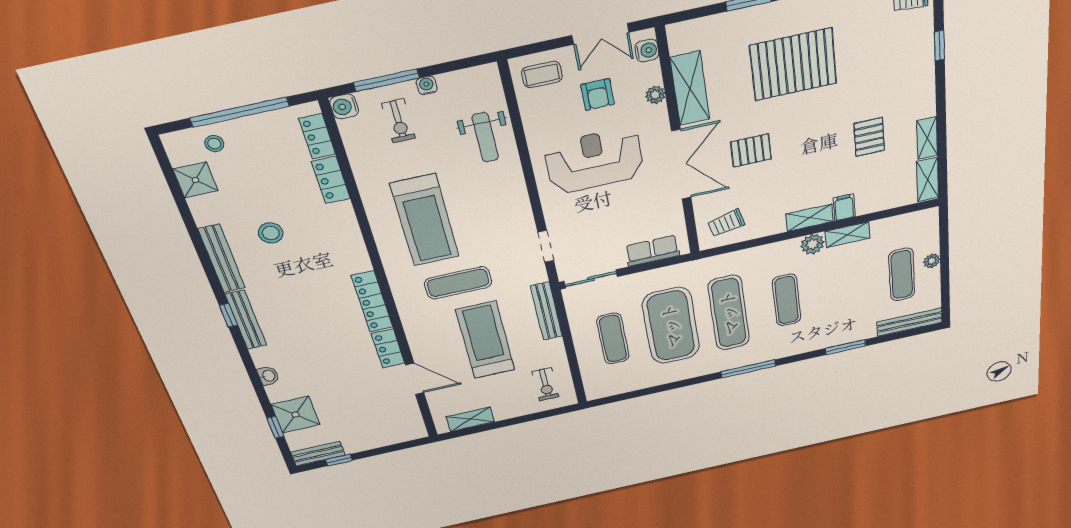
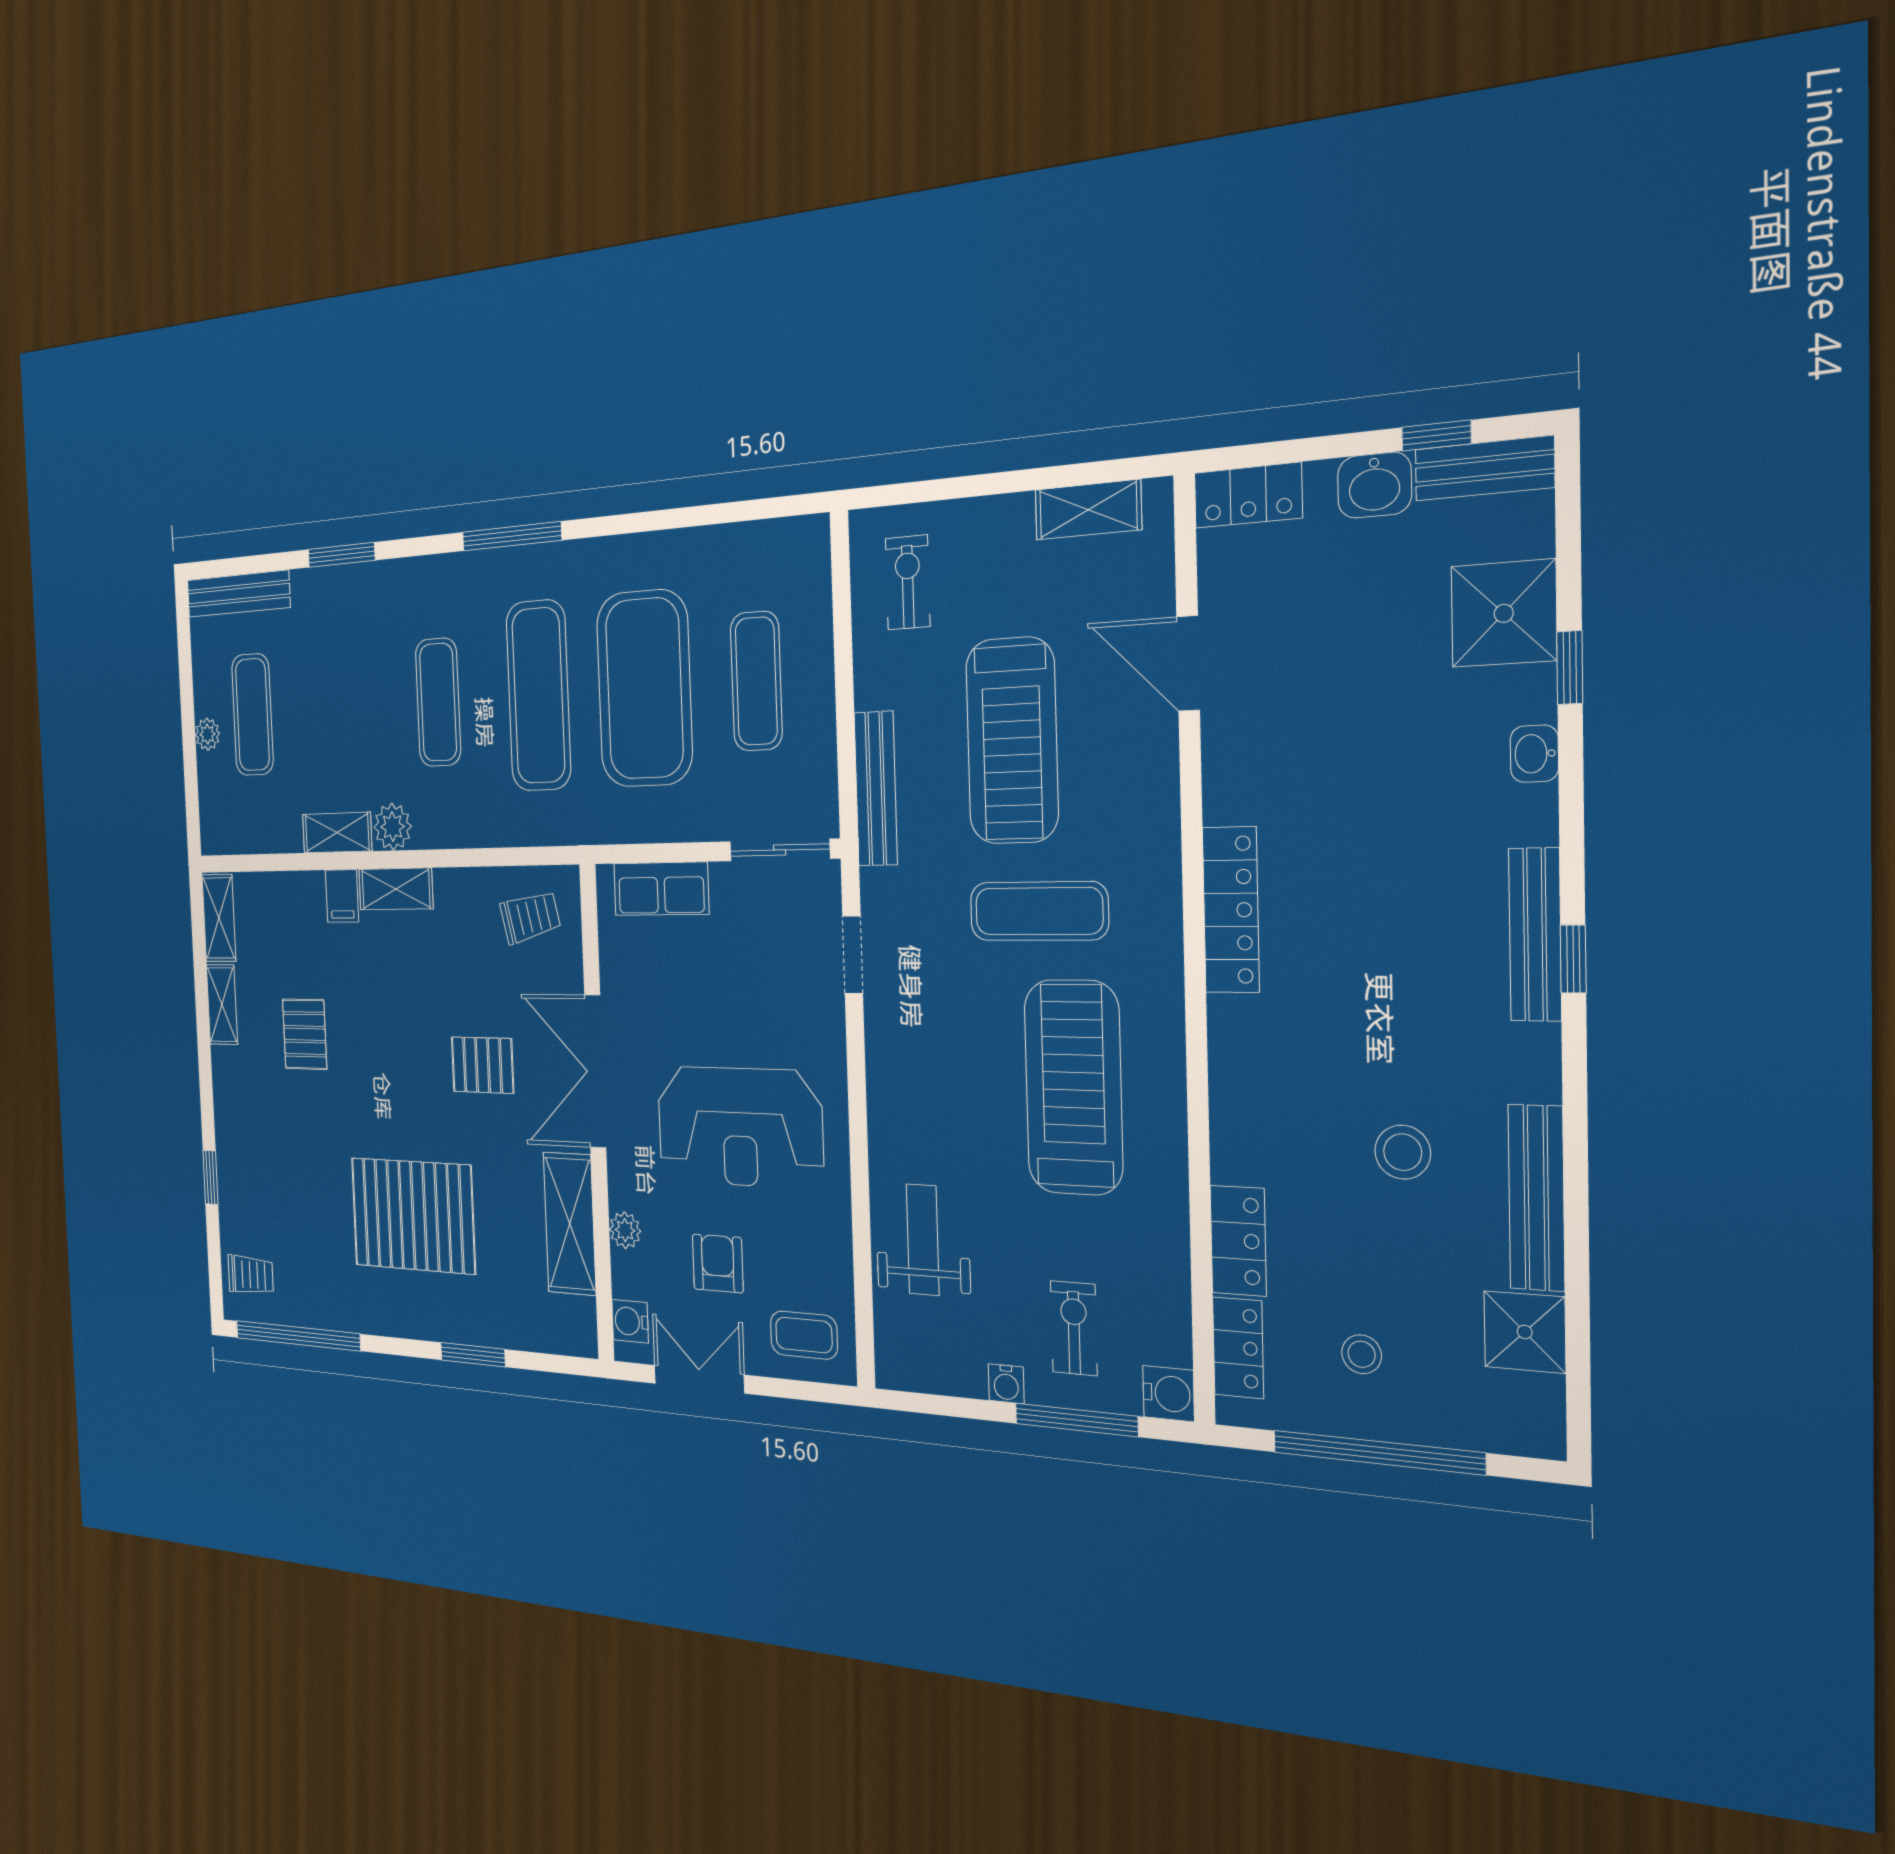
stool: (214, 144) -> (1362, 1354), moved
bench: (222, 259) -> (1536, 1198), moved
locker: (388, 348) -> (1248, 495), moved, turned 90
window: (275, 427) -> (1570, 668), moved
washbasin: (357, 443) -> (1374, 485), added

